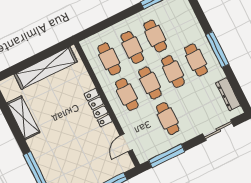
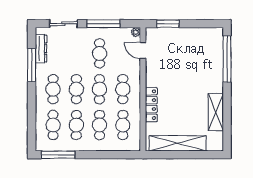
cafe table: (178, 24) -> (53, 125), added
window: (217, 49) -> (32, 65), moved
locker: (98, 108) -> (151, 105), moved
door: (126, 143) -> (143, 51), swing flipped
window: (167, 156) -> (103, 24), moved
plant: (142, 158) -> (136, 32), added

